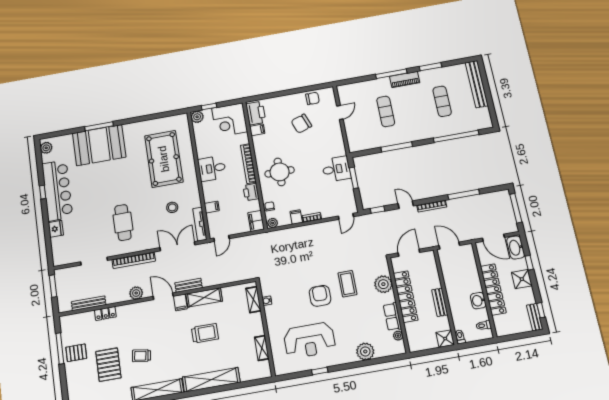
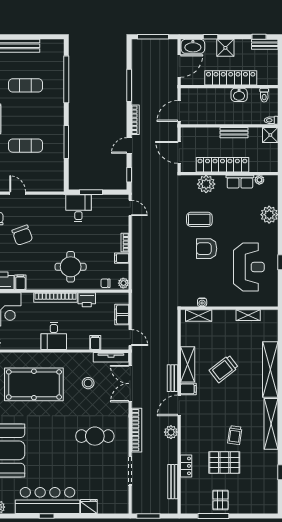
filing cabinet: (256, 221) -> (122, 314), moved, turned 90
trolley: (205, 333) -> (224, 369), turned -128
pallet: (108, 365) -> (224, 462), moved

